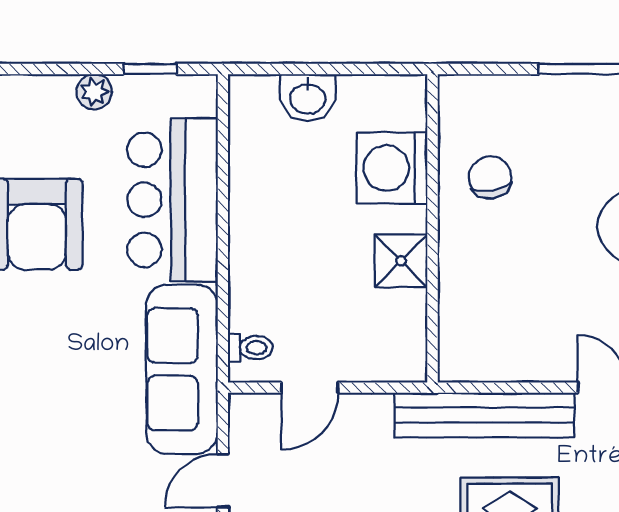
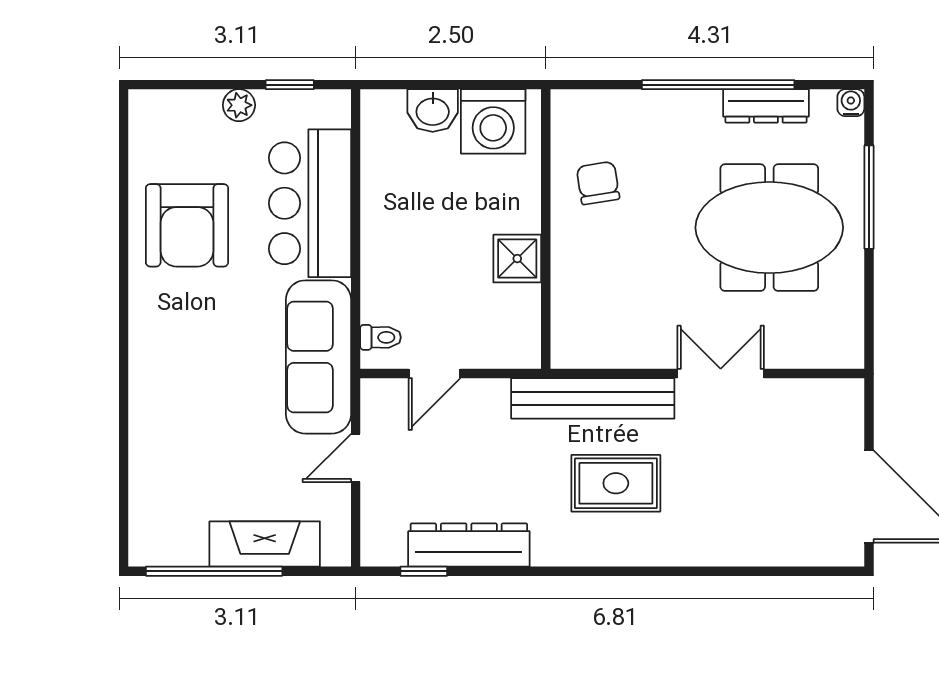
washing machine: (392, 168) -> (493, 121), moved, turned -90

